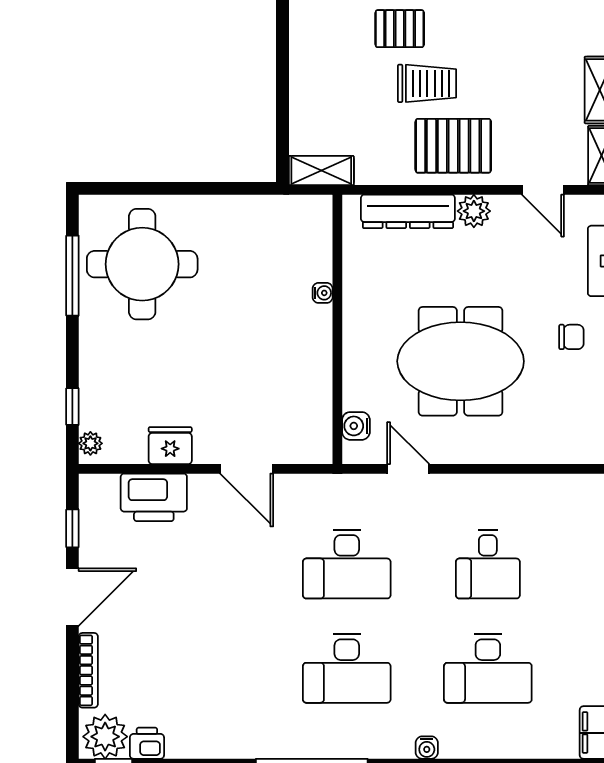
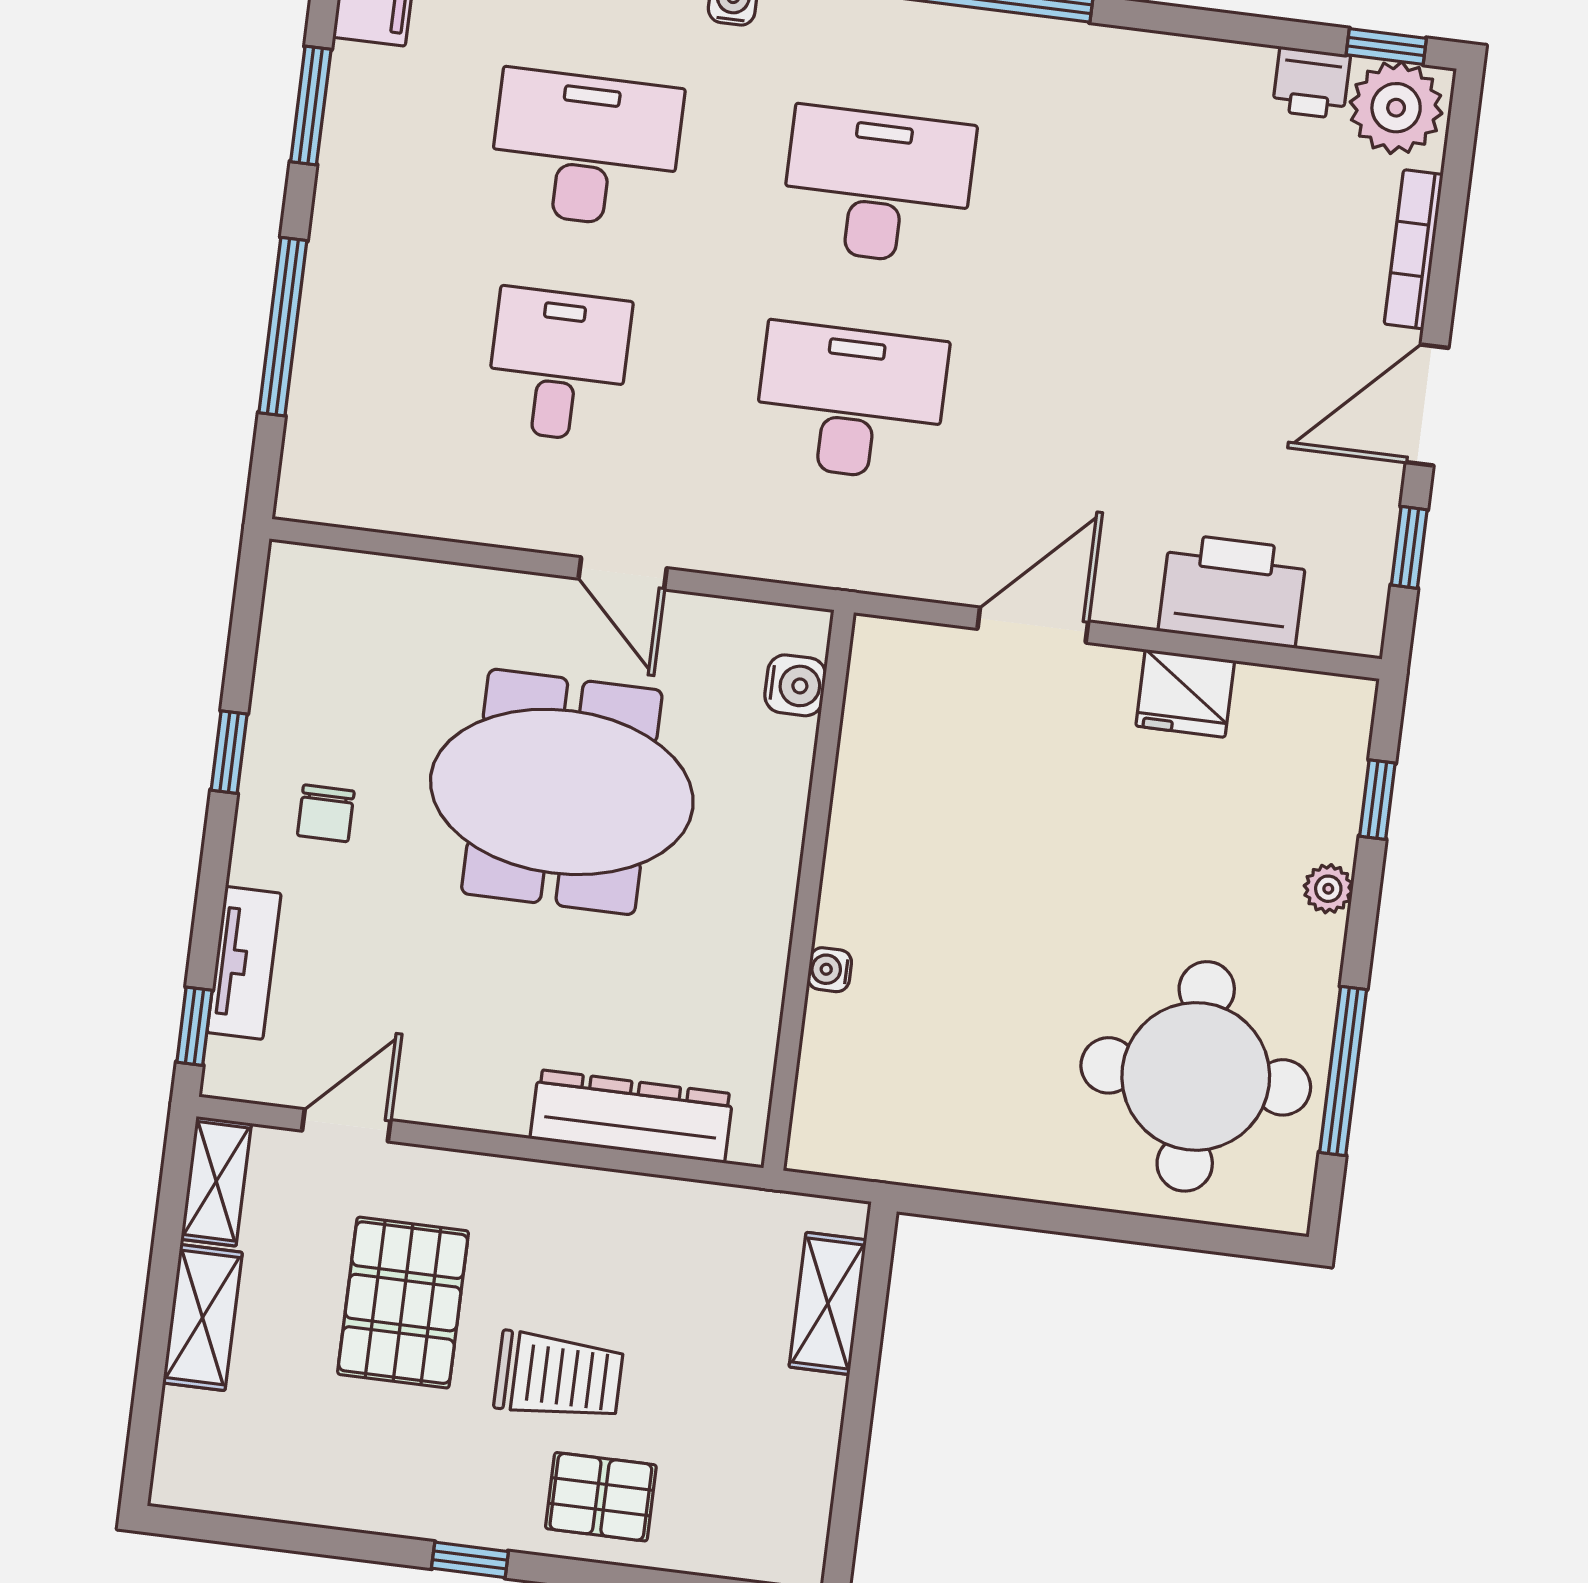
trolley: (427, 83) -> (559, 1376), turned 180
pallet: (453, 146) -> (403, 1303), moved, turned 90
shelving: (321, 171) -> (828, 1303), moved, turned 90
door: (543, 190) -> (346, 1125), hinge flipped
plant: (474, 211) -> (495, 1100), removed
chair: (571, 337) -> (326, 813), turned -90
plant: (90, 443) -> (1328, 889), moved
door: (247, 469) -> (1033, 625), hinge flipped
door: (408, 469) -> (623, 573), moved

